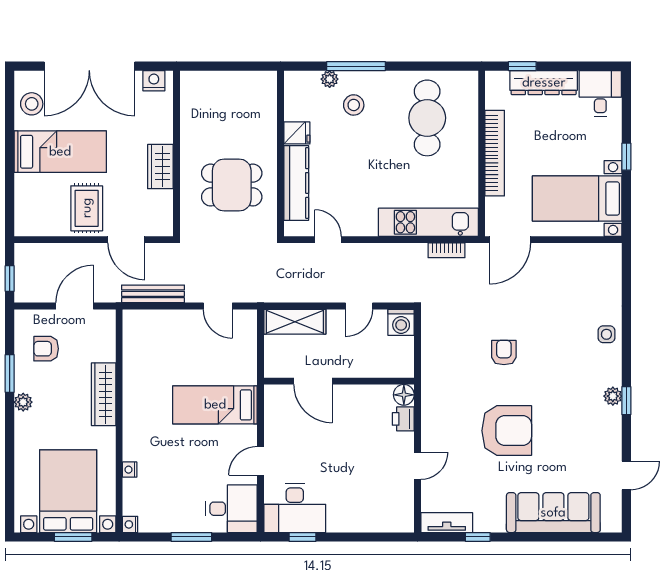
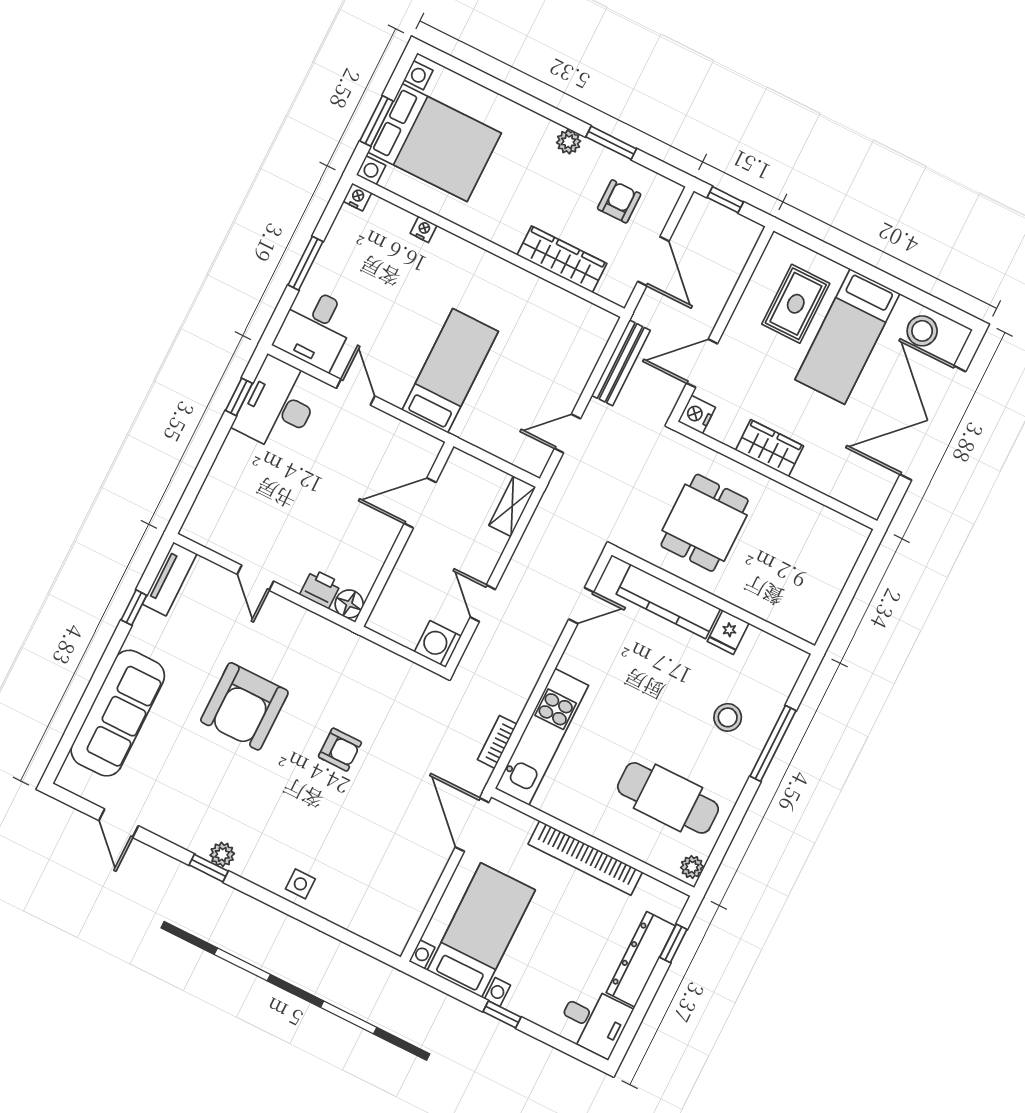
plant: (330, 79) -> (692, 867), moved
nightstand: (154, 81) -> (697, 414), moved, turned 180
rug: (87, 208) -> (796, 304), moved, turned 90
shelving: (295, 322) -> (512, 506), width x0.67, depth x0.75
wardrobe: (104, 394) -> (562, 259), moved

